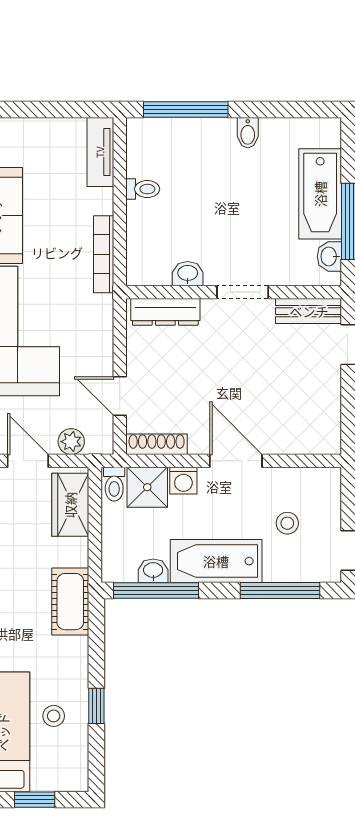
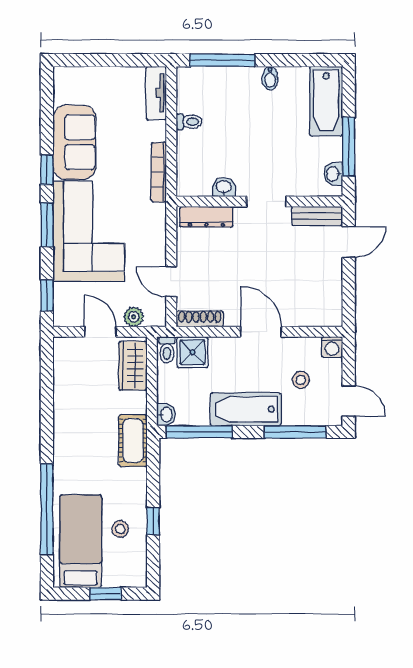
bathtub: (320, 194) -> (326, 101), moved
washing machine: (183, 481) -> (332, 347), moved
washbasin: (153, 571) -> (166, 415), moved, turned 90

